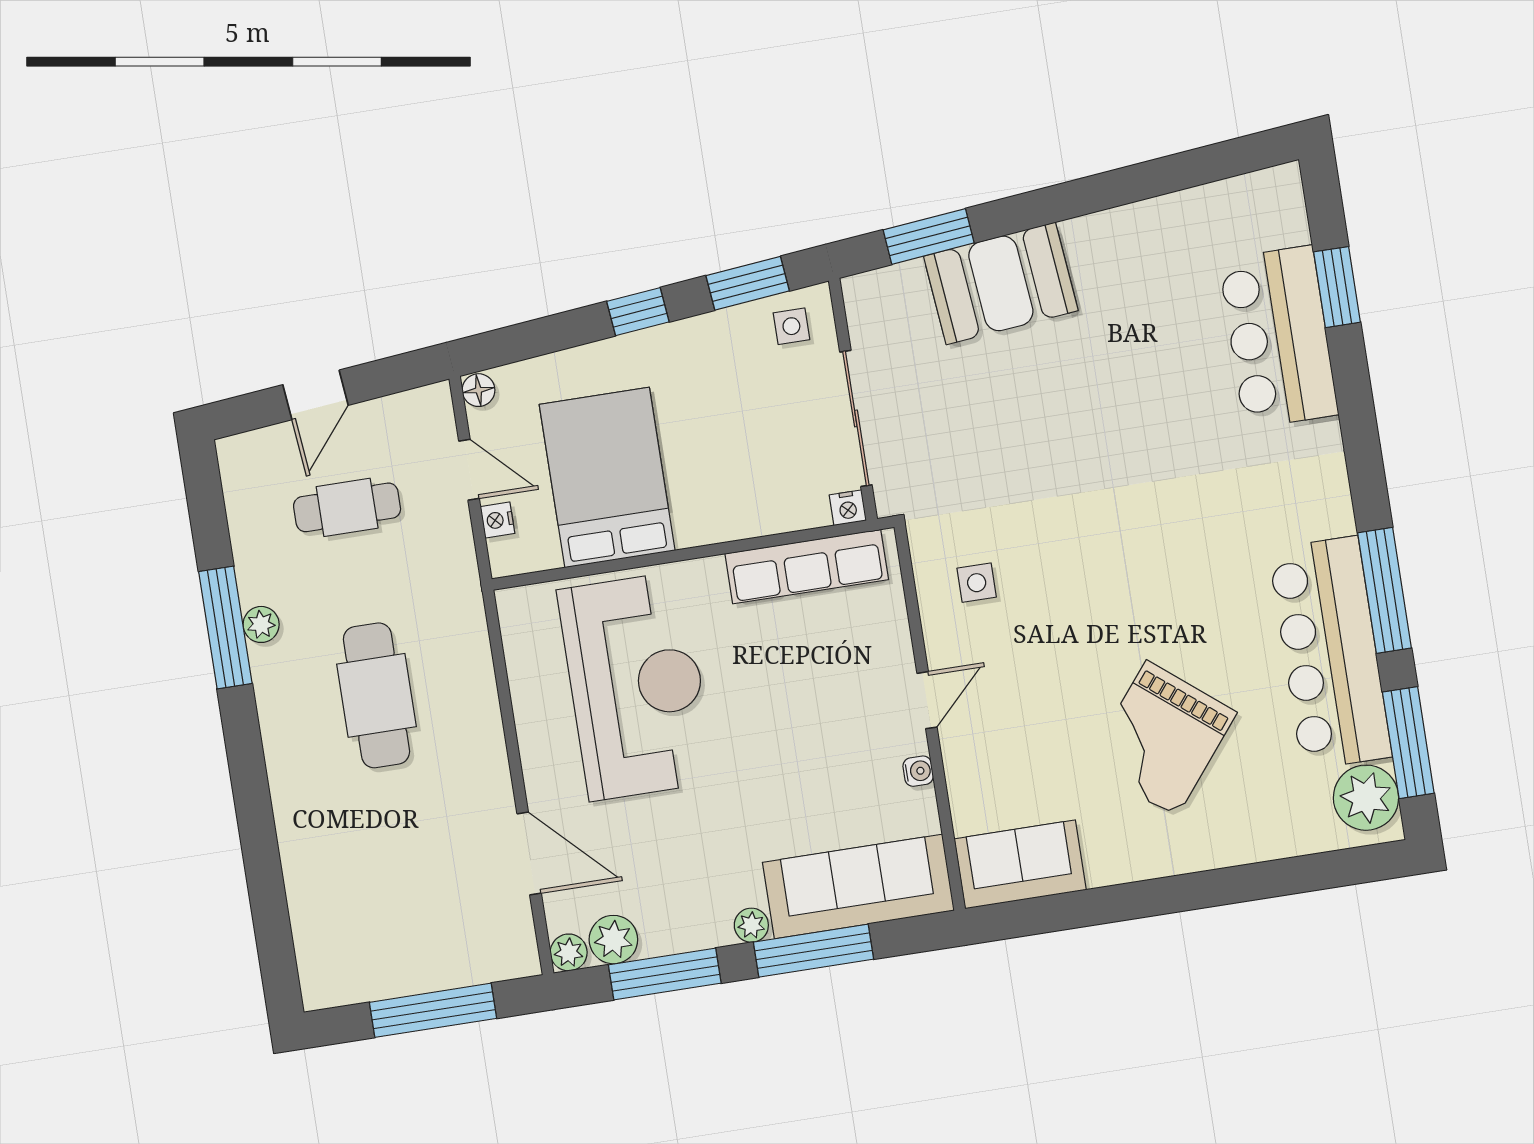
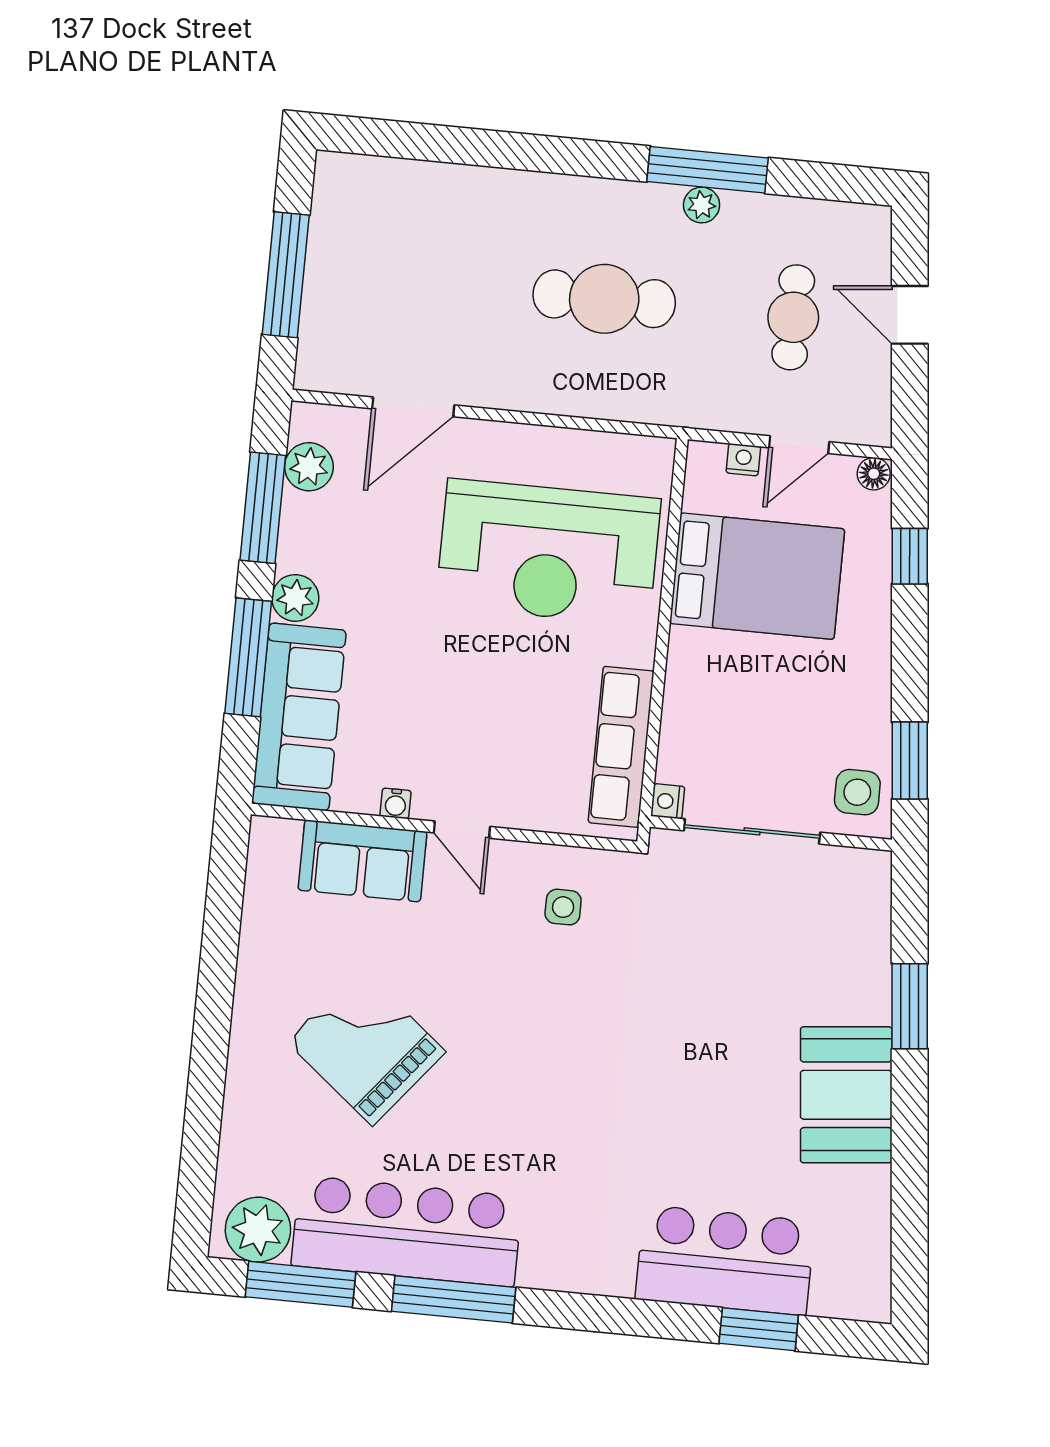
window: (929, 236) -> (910, 1006), moved
booth: (1001, 283) -> (846, 1095), moved
window: (638, 312) -> (910, 556), moved
side table: (791, 326) -> (857, 792), width x1.37, depth x1.37
sofa: (1020, 864) -> (363, 861), moved, turned 90
plant: (751, 925) -> (295, 598), width x1.38, depth x1.38
plant: (569, 952) -> (308, 420), removed

